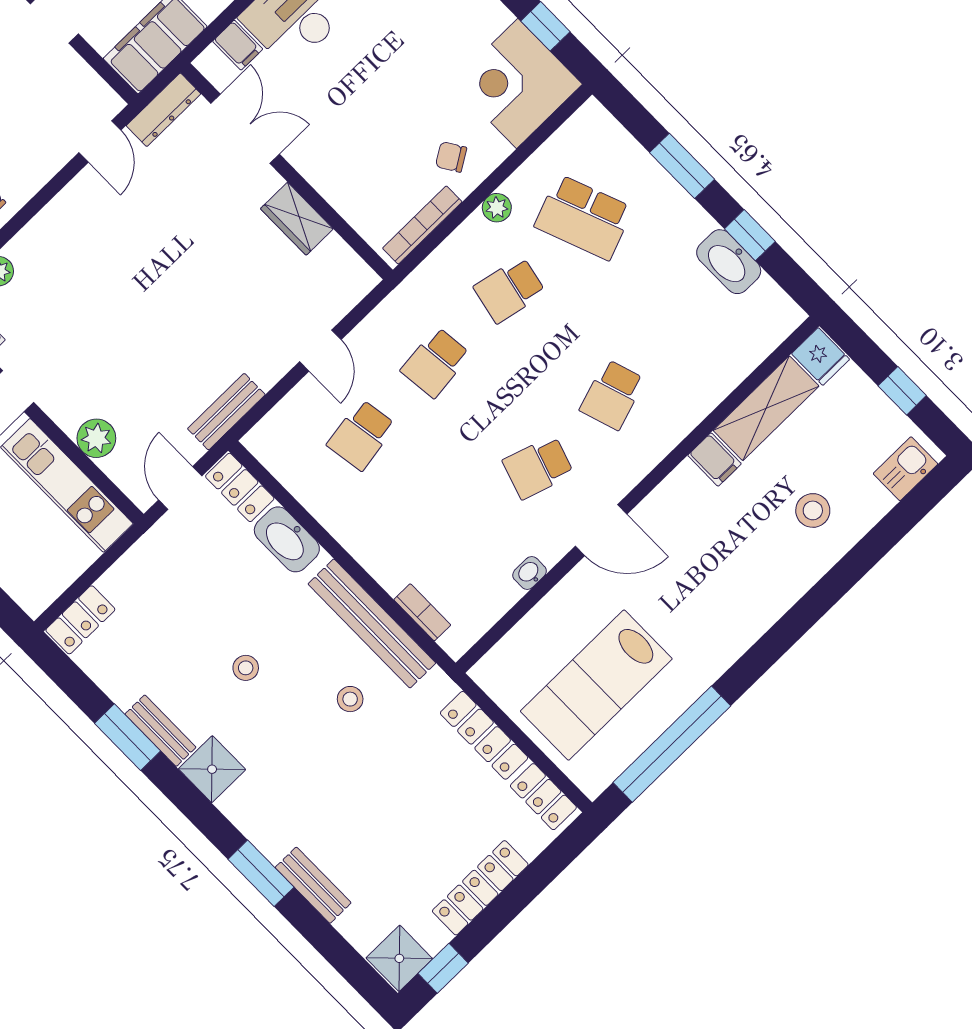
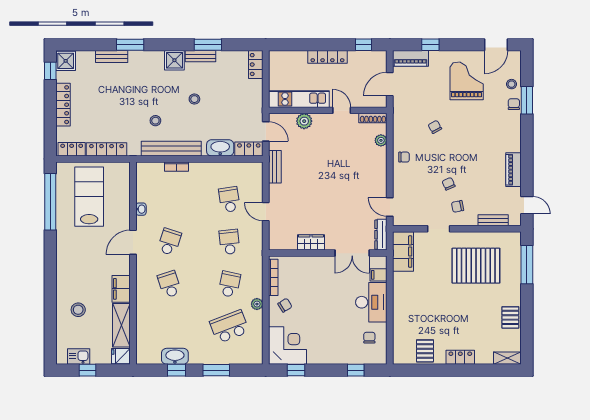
filing cabinet: (715, 460) -> (121, 289), width x2.00
kitchen sink: (906, 469) -> (79, 356), moved, turned -90
bookcase: (422, 612) -> (177, 167), moved

